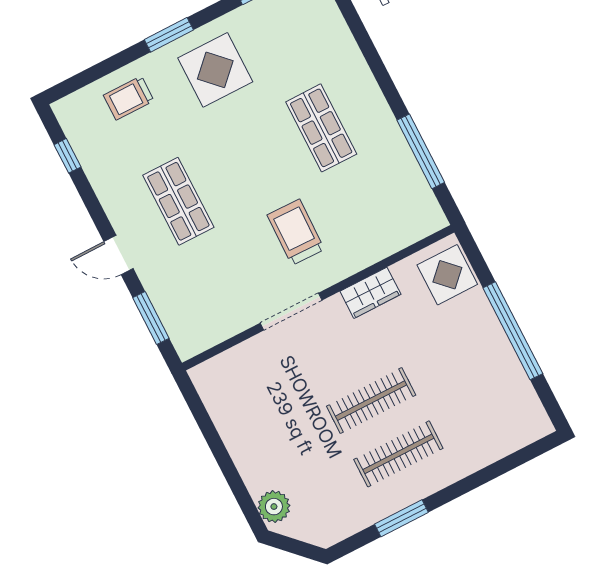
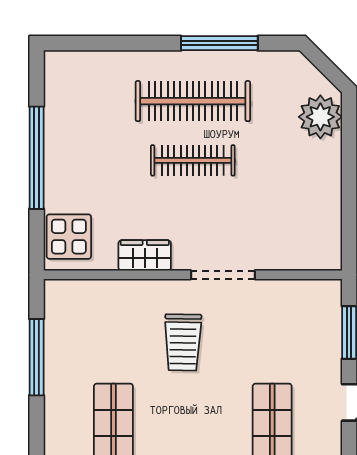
clothes rail: (398, 454) -> (193, 101), width x1.37, depth x1.31
plant: (274, 507) -> (320, 117), width x1.36, depth x1.36
window: (401, 518) -> (219, 43), width x1.44

